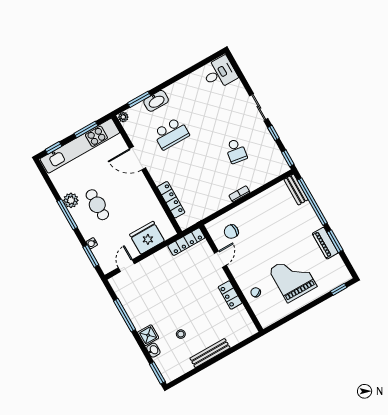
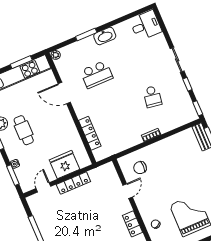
window: (139, 99) -> (86, 34), moved
washbasin: (156, 101) -> (105, 36), moved
locker: (186, 242) -> (73, 183), moved

